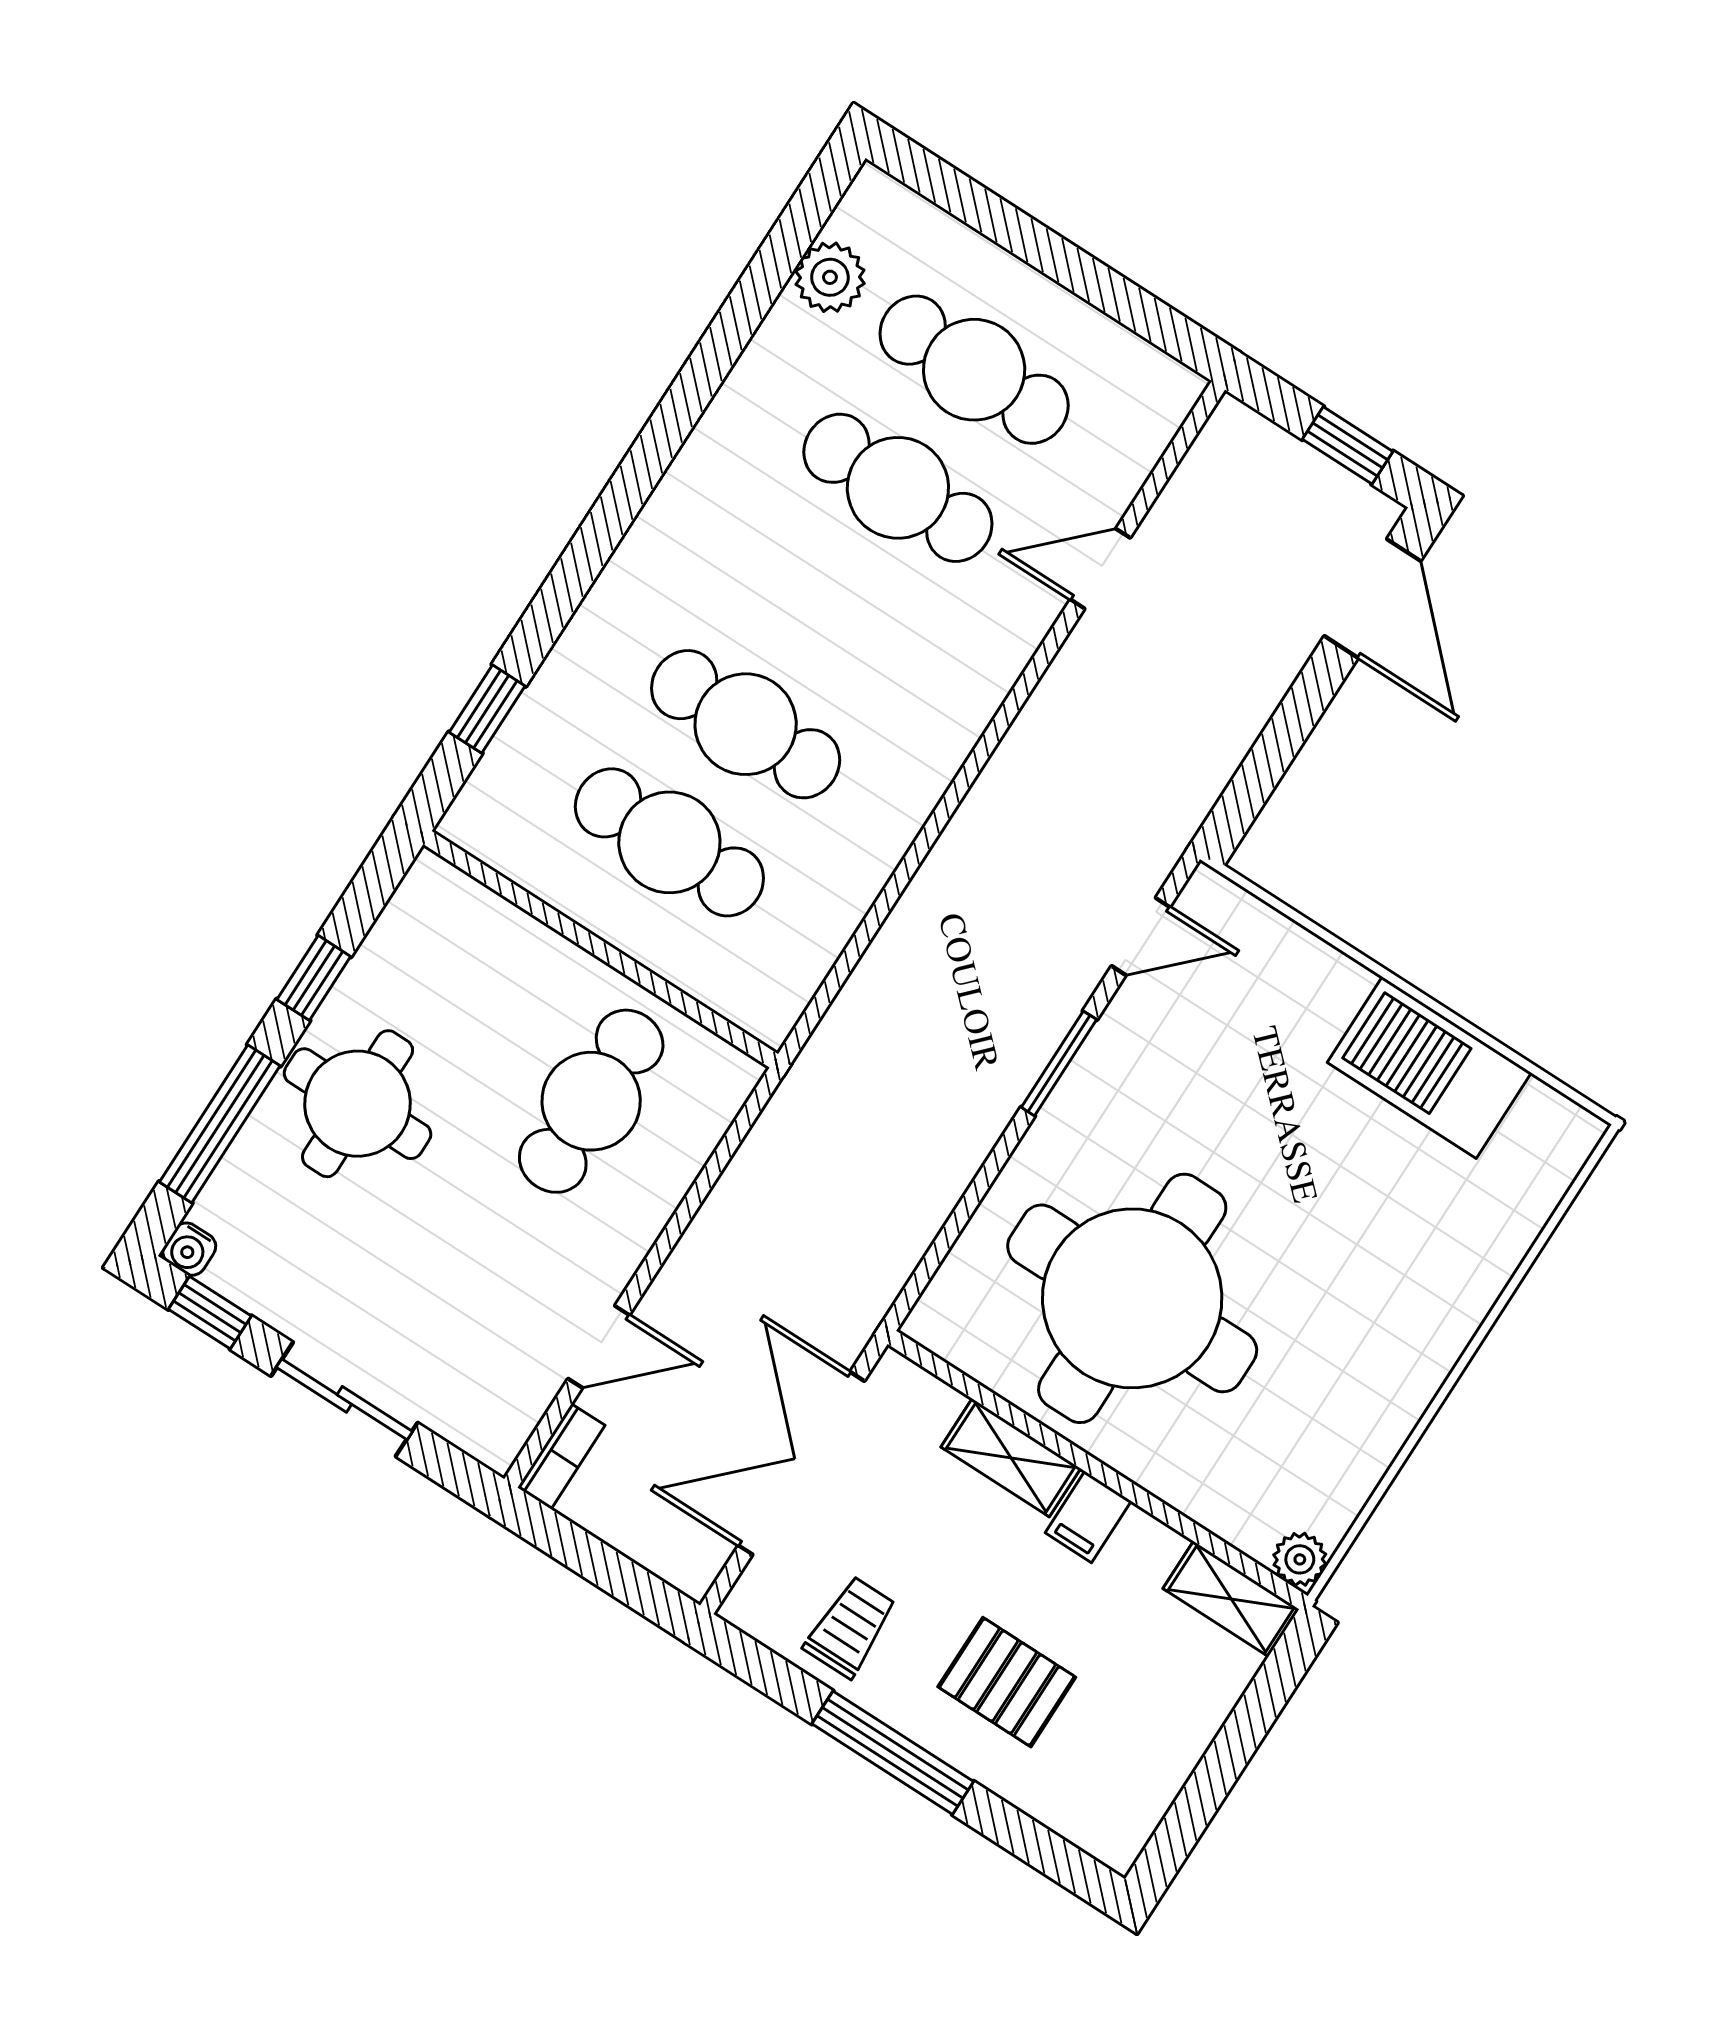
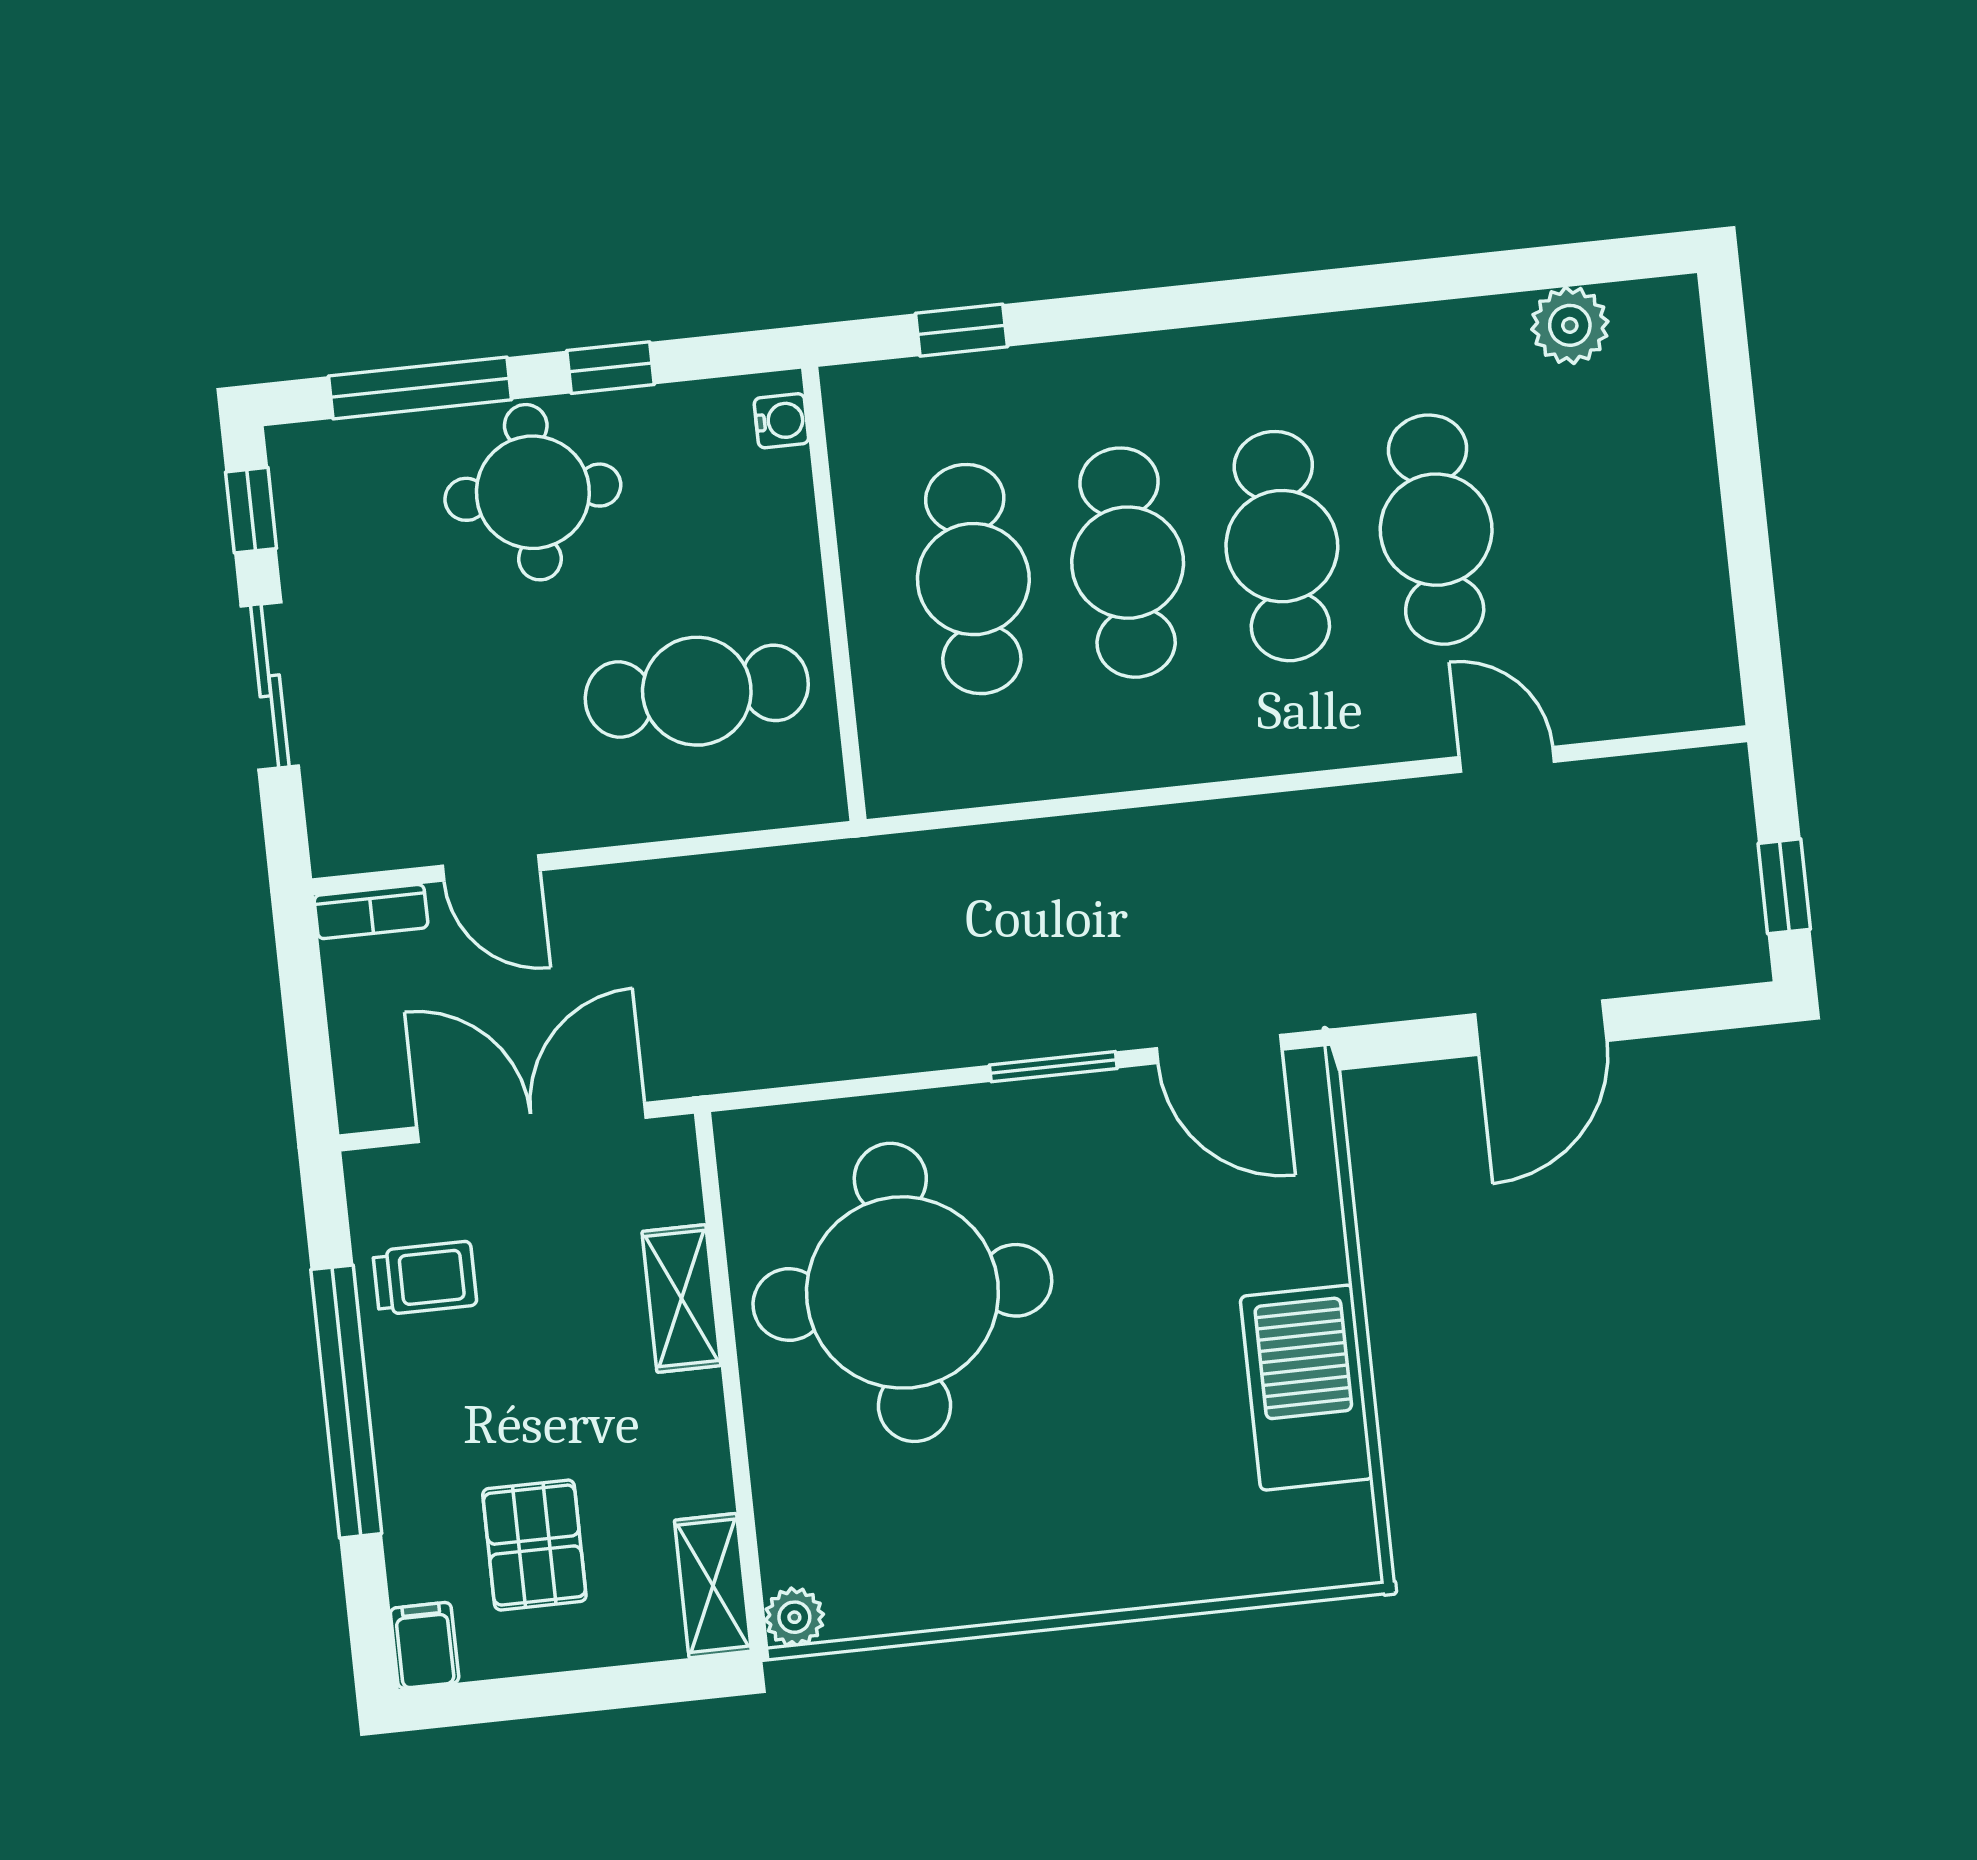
cafe table: (974, 370) -> (1282, 546), moved
door: (1373, 598) -> (1541, 1028), moved
door: (1141, 937) -> (1219, 1049), width x1.38
water cooler: (189, 1249) -> (781, 421), moved, turned 180
filing cabinet: (1088, 1517) -> (425, 1645), moved, turned 90
pallet: (1007, 1682) -> (534, 1545), moved
window: (893, 1753) -> (346, 1402), width x1.46

